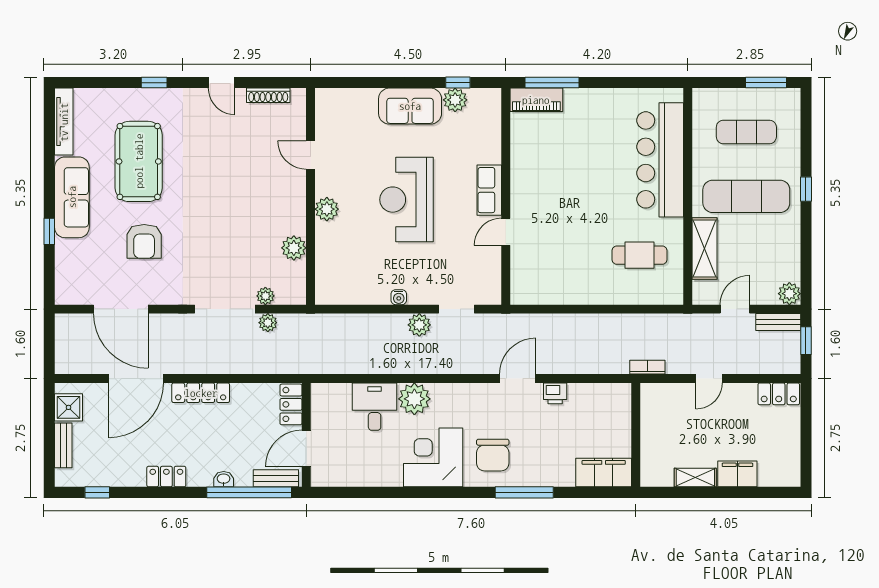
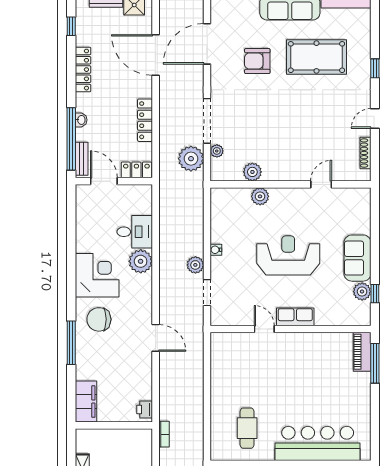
plant: (327, 209) -> (260, 196), moved
plant: (268, 323) -> (191, 159), width x1.88, depth x1.88
locker: (201, 393) -> (145, 120), moved
printer: (555, 393) -> (145, 409), moved
locker: (166, 477) -> (83, 70), width x1.53

